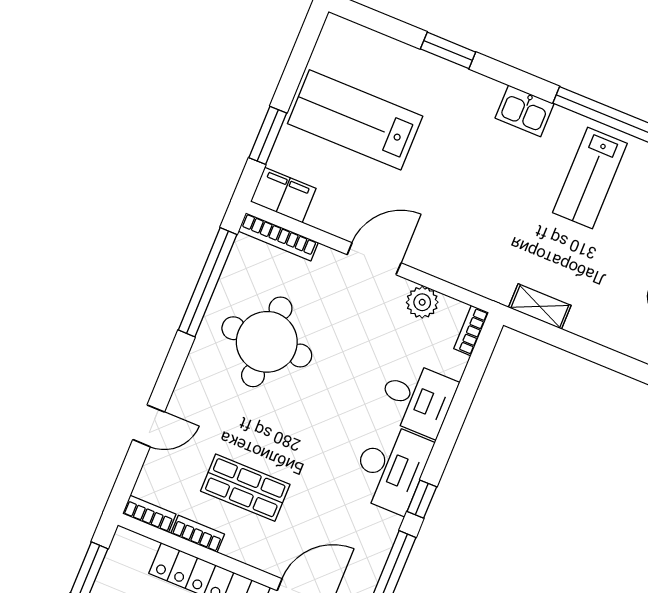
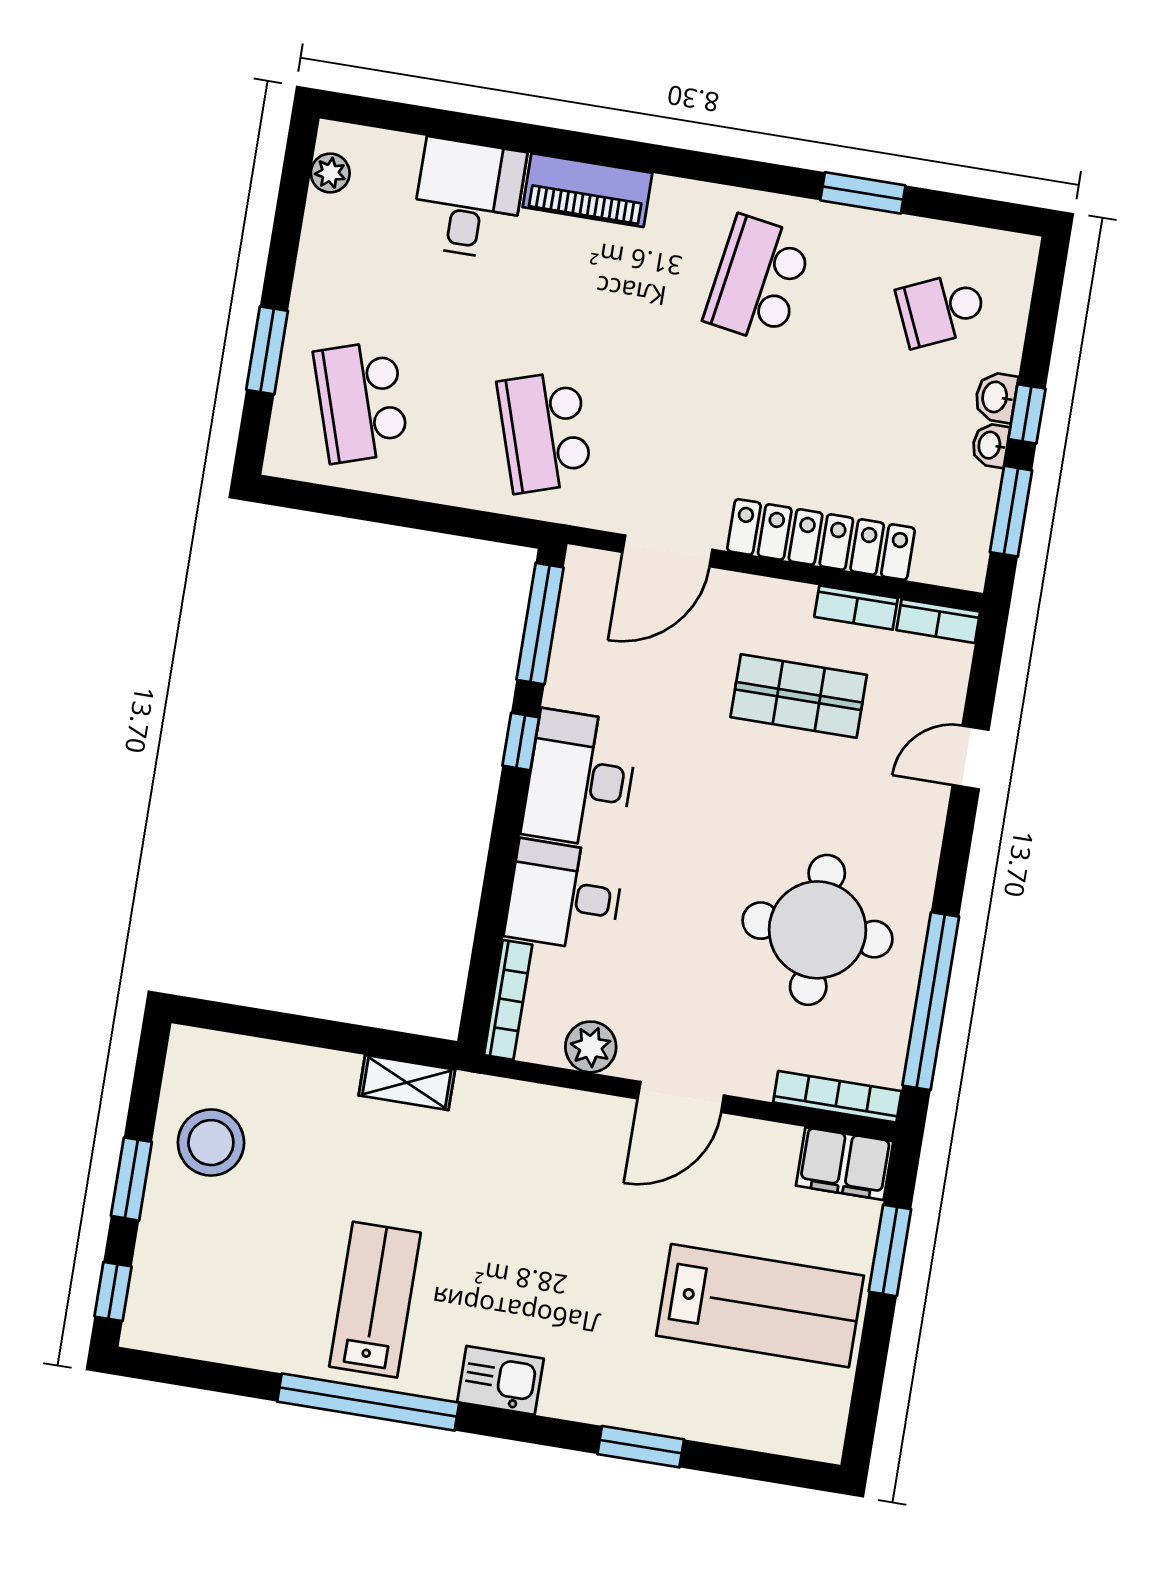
bookcase: (471, 330) -> (508, 1000), width x1.56

